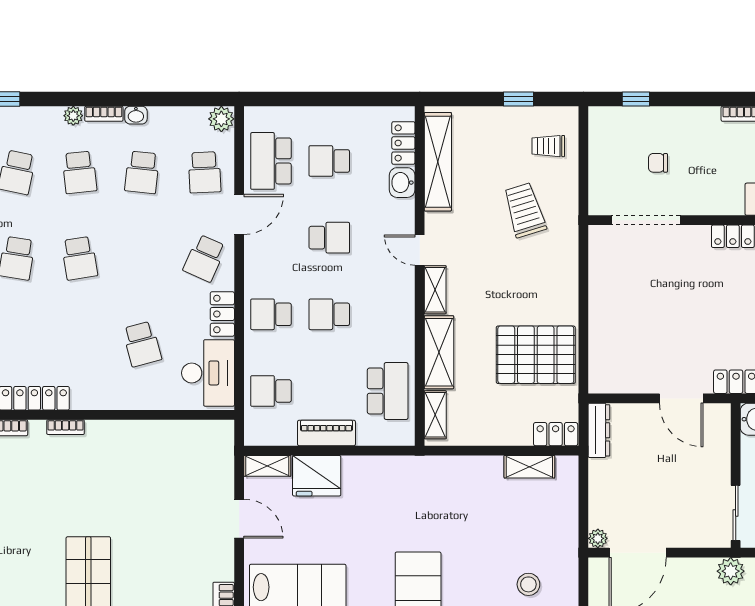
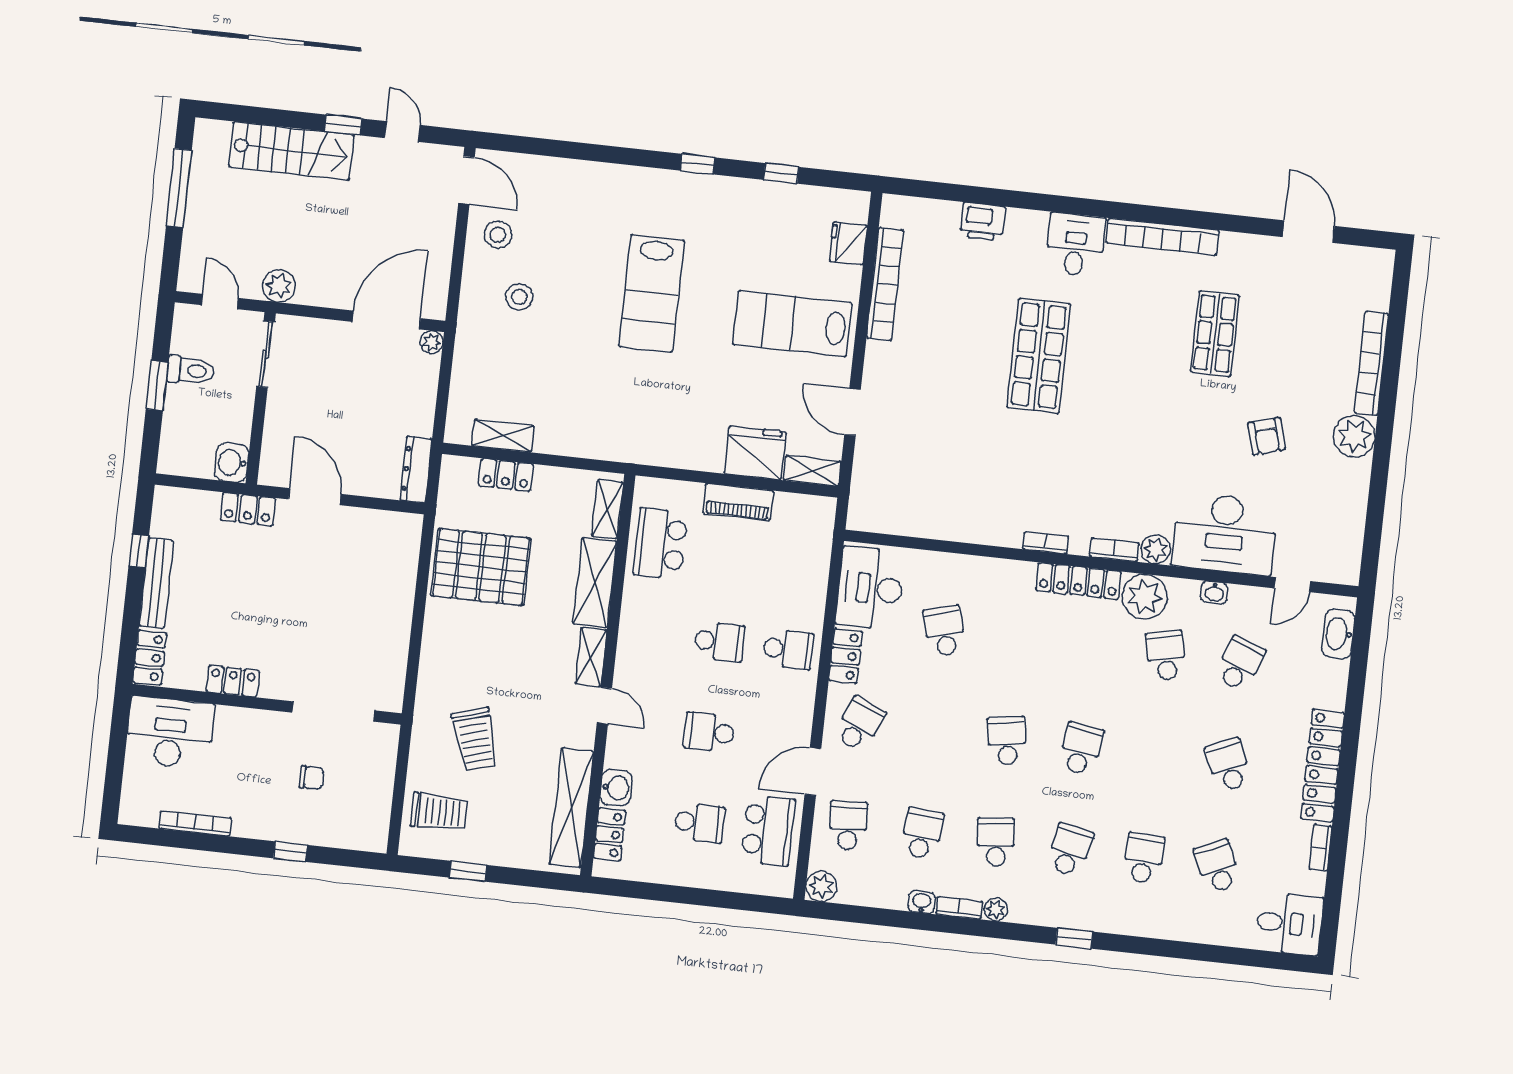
window: (636, 99) -> (290, 852), moved
trolley: (548, 146) -> (439, 812), width x1.36, depth x1.39
school desk: (271, 391) -> (798, 559), removed
locker: (556, 434) -> (506, 475), moved

